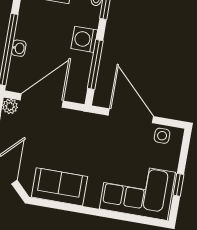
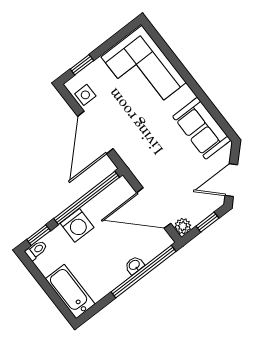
window: (95, 65) -> (87, 198), width x1.46
window: (178, 185) -> (82, 65), moved

